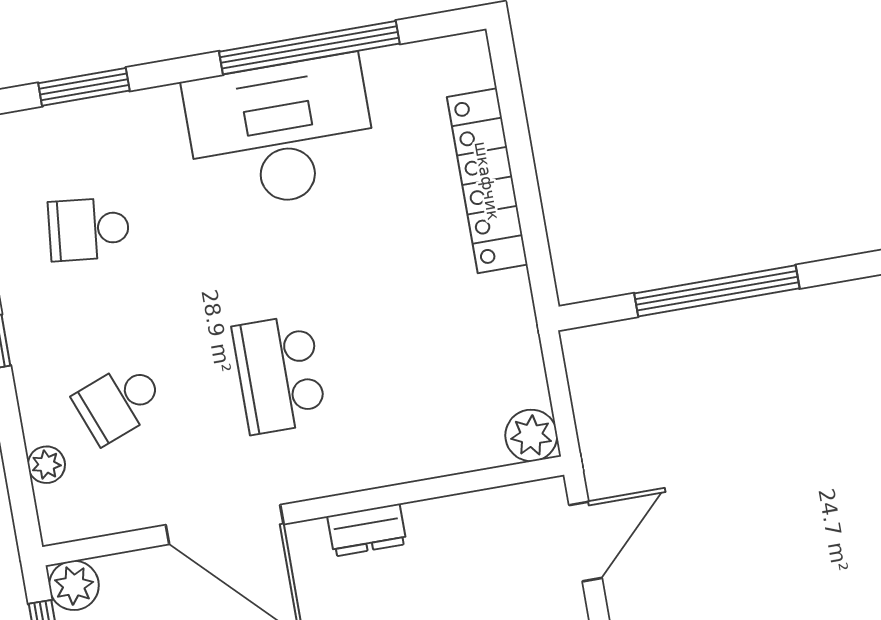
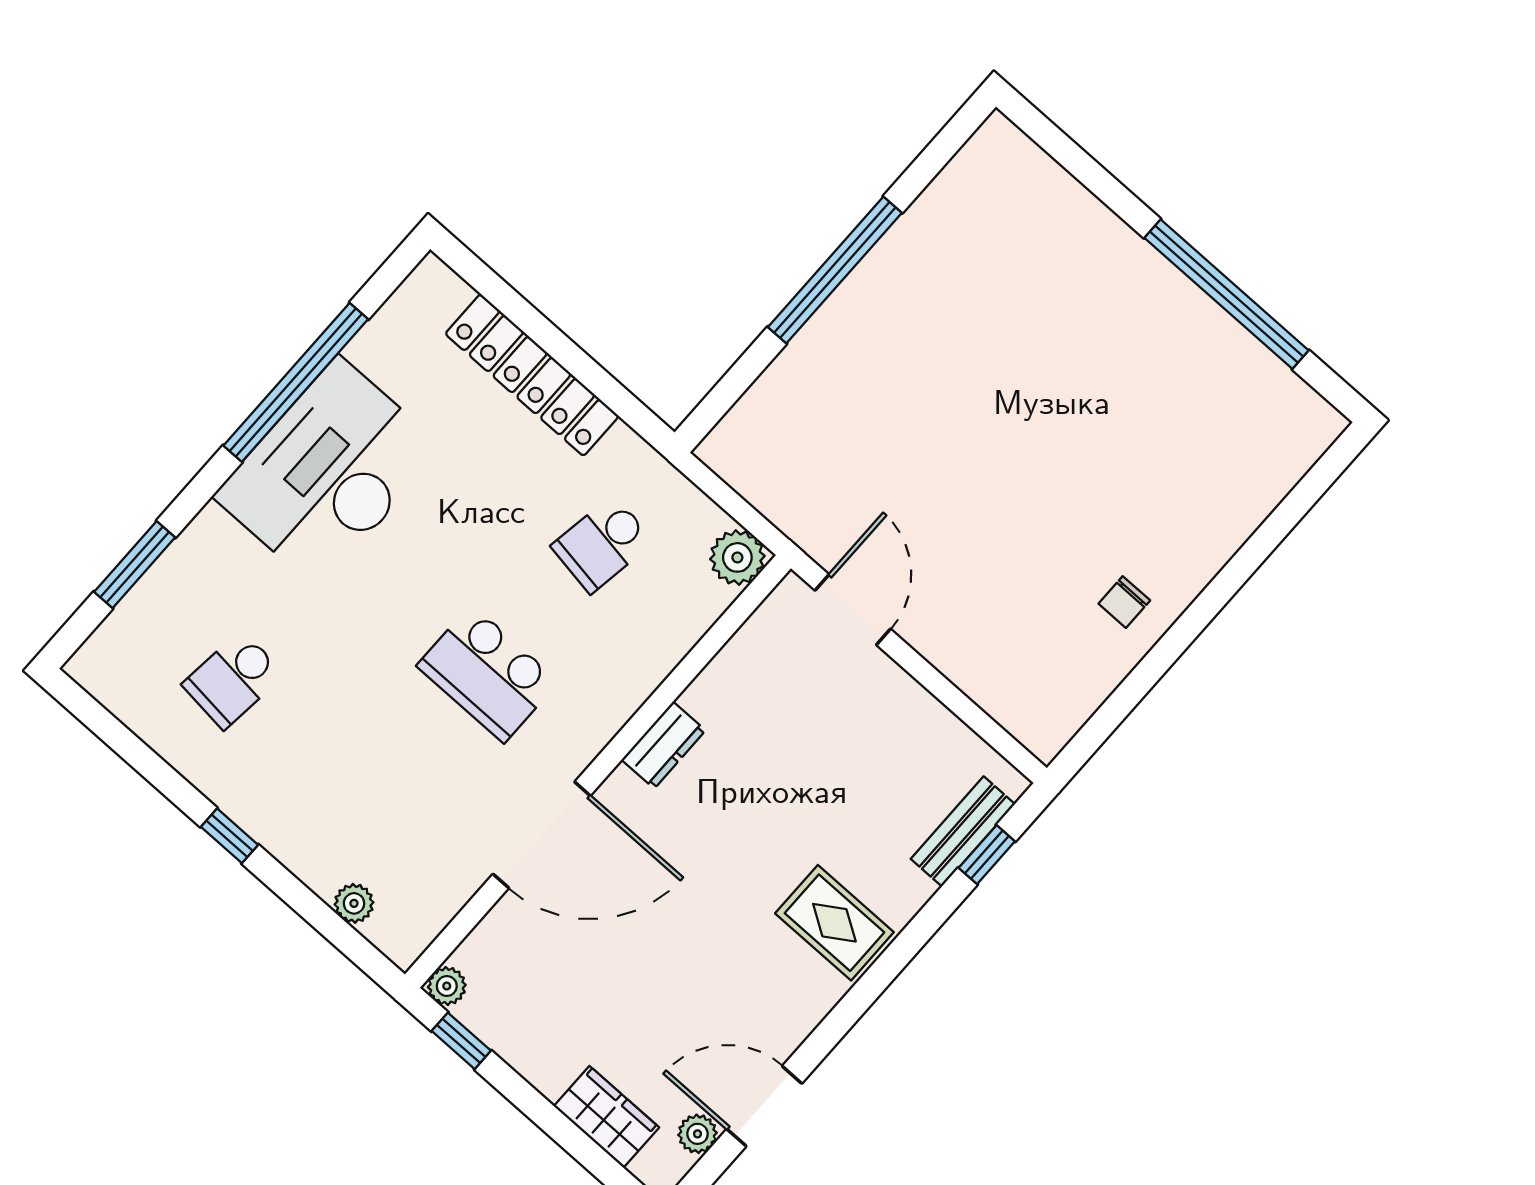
window: (717, 291) -> (835, 270), moved
school desk: (119, 402) -> (602, 544), moved, turned 30
plant: (74, 585) -> (447, 986), width x0.73, depth x0.73

